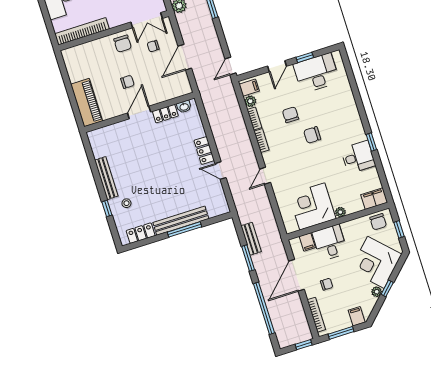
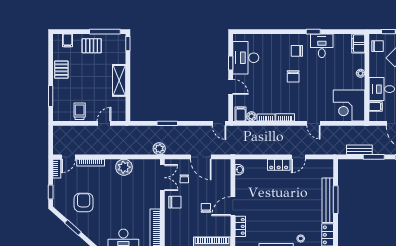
door: (139, 112) -> (233, 206), hinge flipped
locker: (165, 114) -> (240, 226), moved
chair: (291, 115) -> (297, 51), moved
corner desk: (312, 206) -> (349, 105), moved

